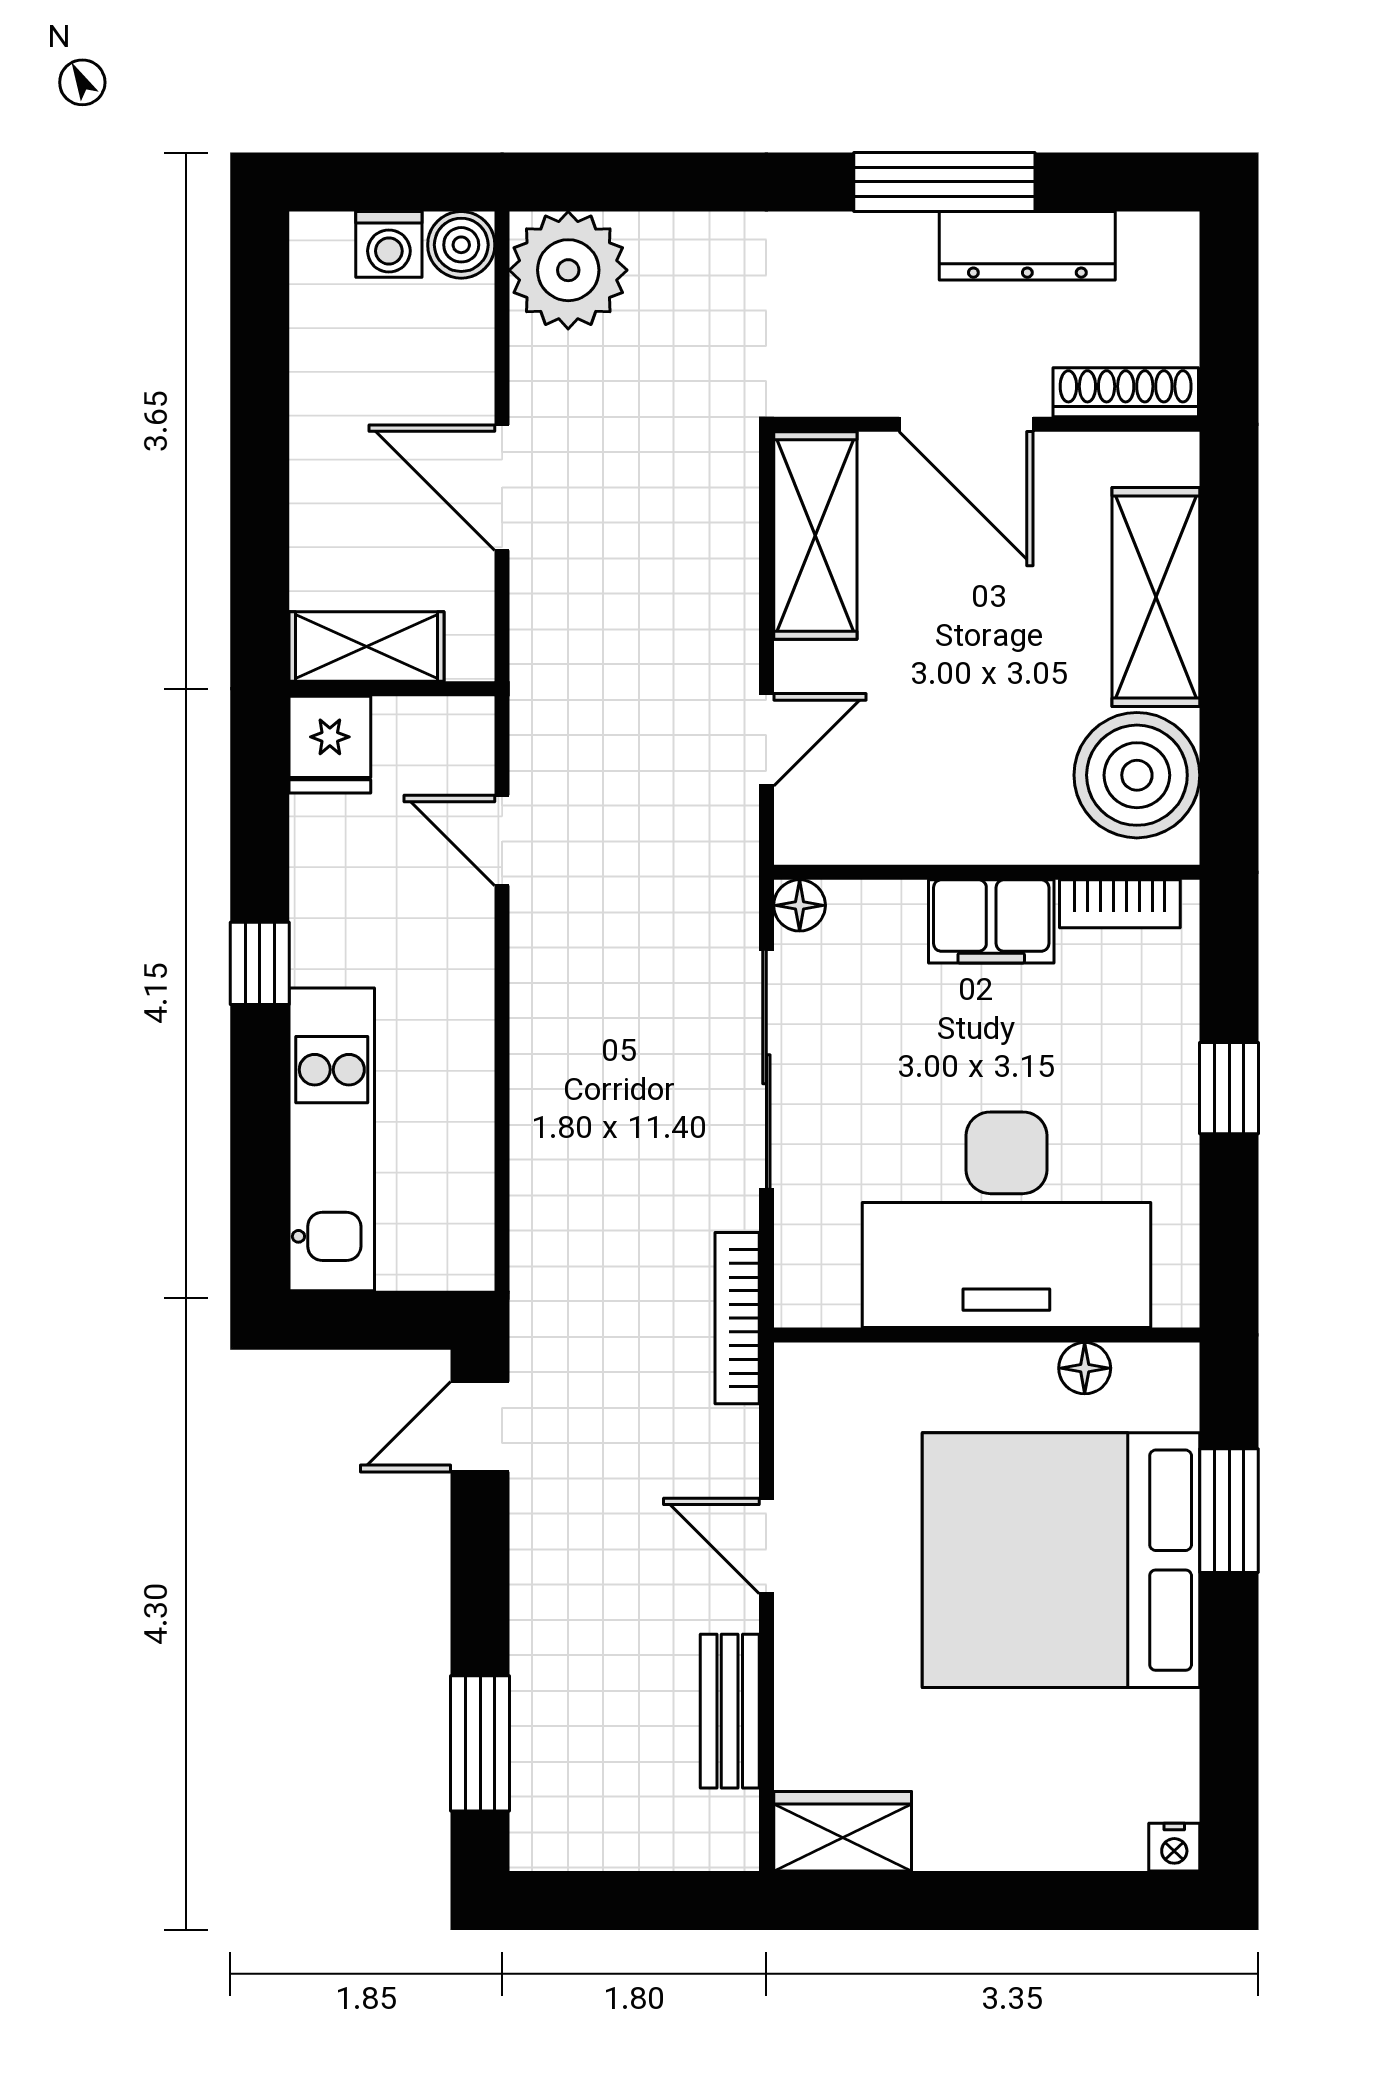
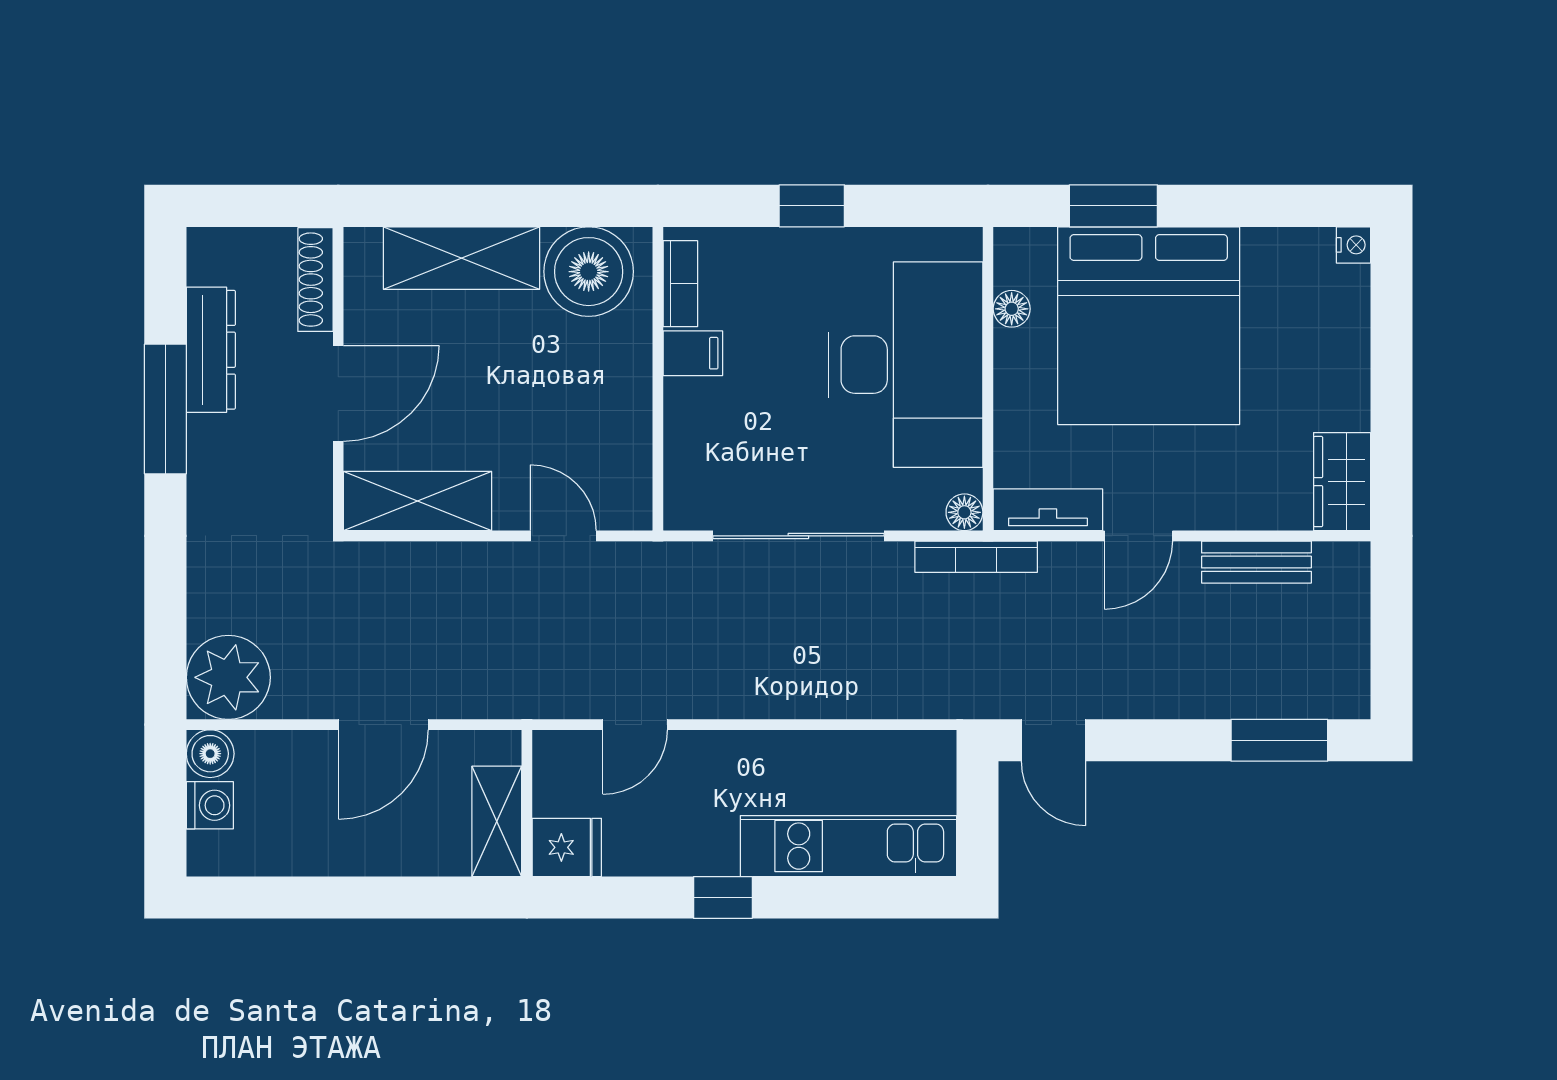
floor lamp: (800, 905) -> (964, 512), moved
filing cabinet: (991, 921) -> (693, 353), width x0.50
tv unit: (803, 1419) -> (1048, 510), added

